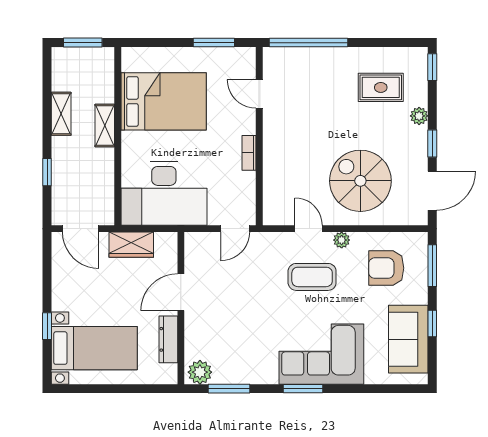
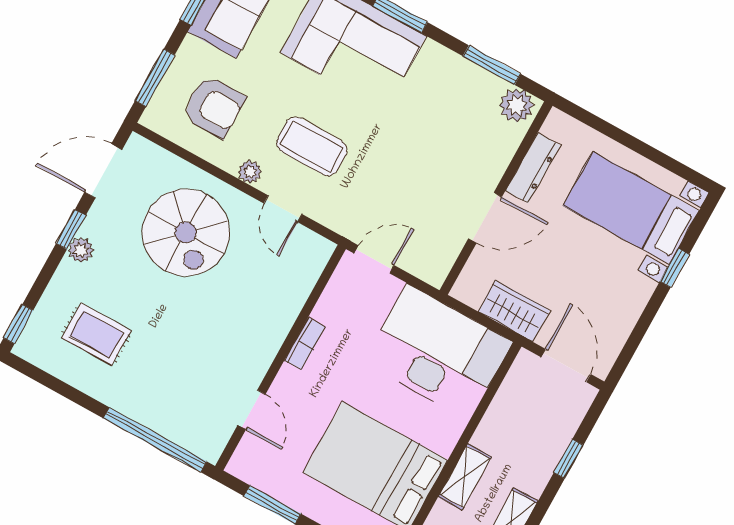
plant: (419, 116) -> (81, 250), moved

